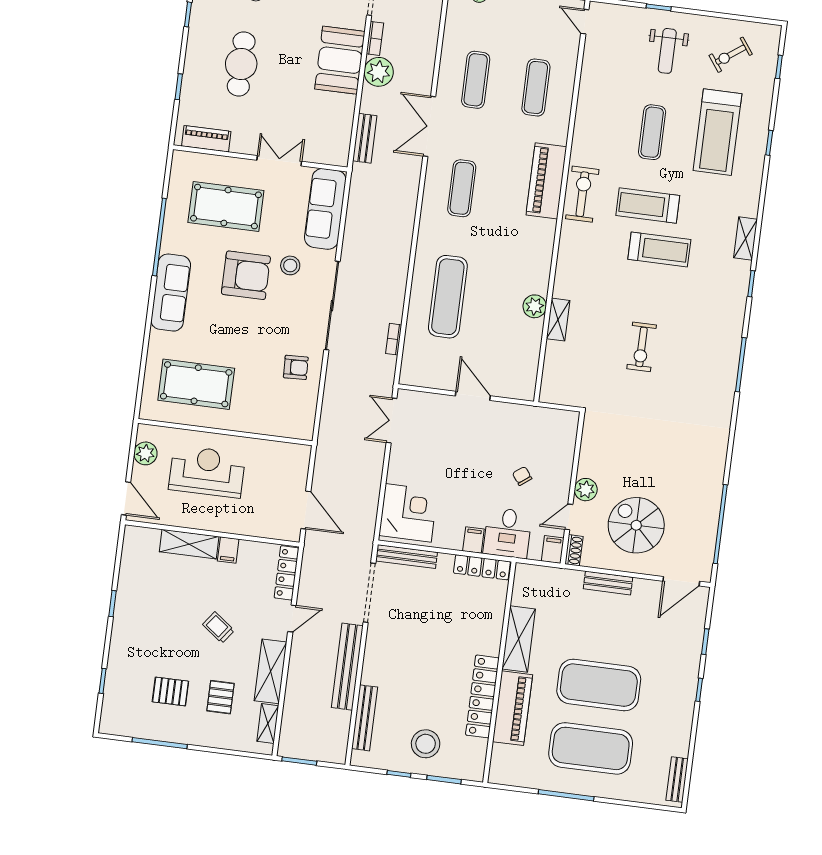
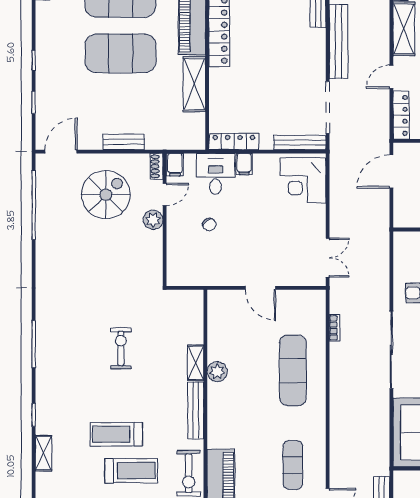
bench: (565, 265) -> (196, 410), added
door: (306, 510) -> (391, 171), hinge flipped
spiral stairs: (636, 525) -> (106, 195), turned -90

